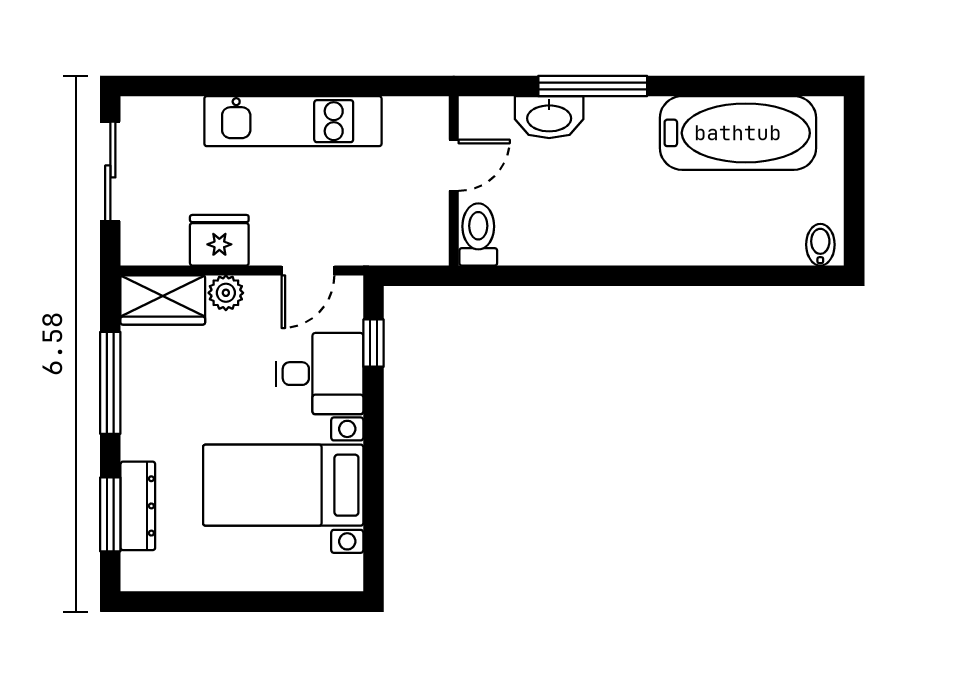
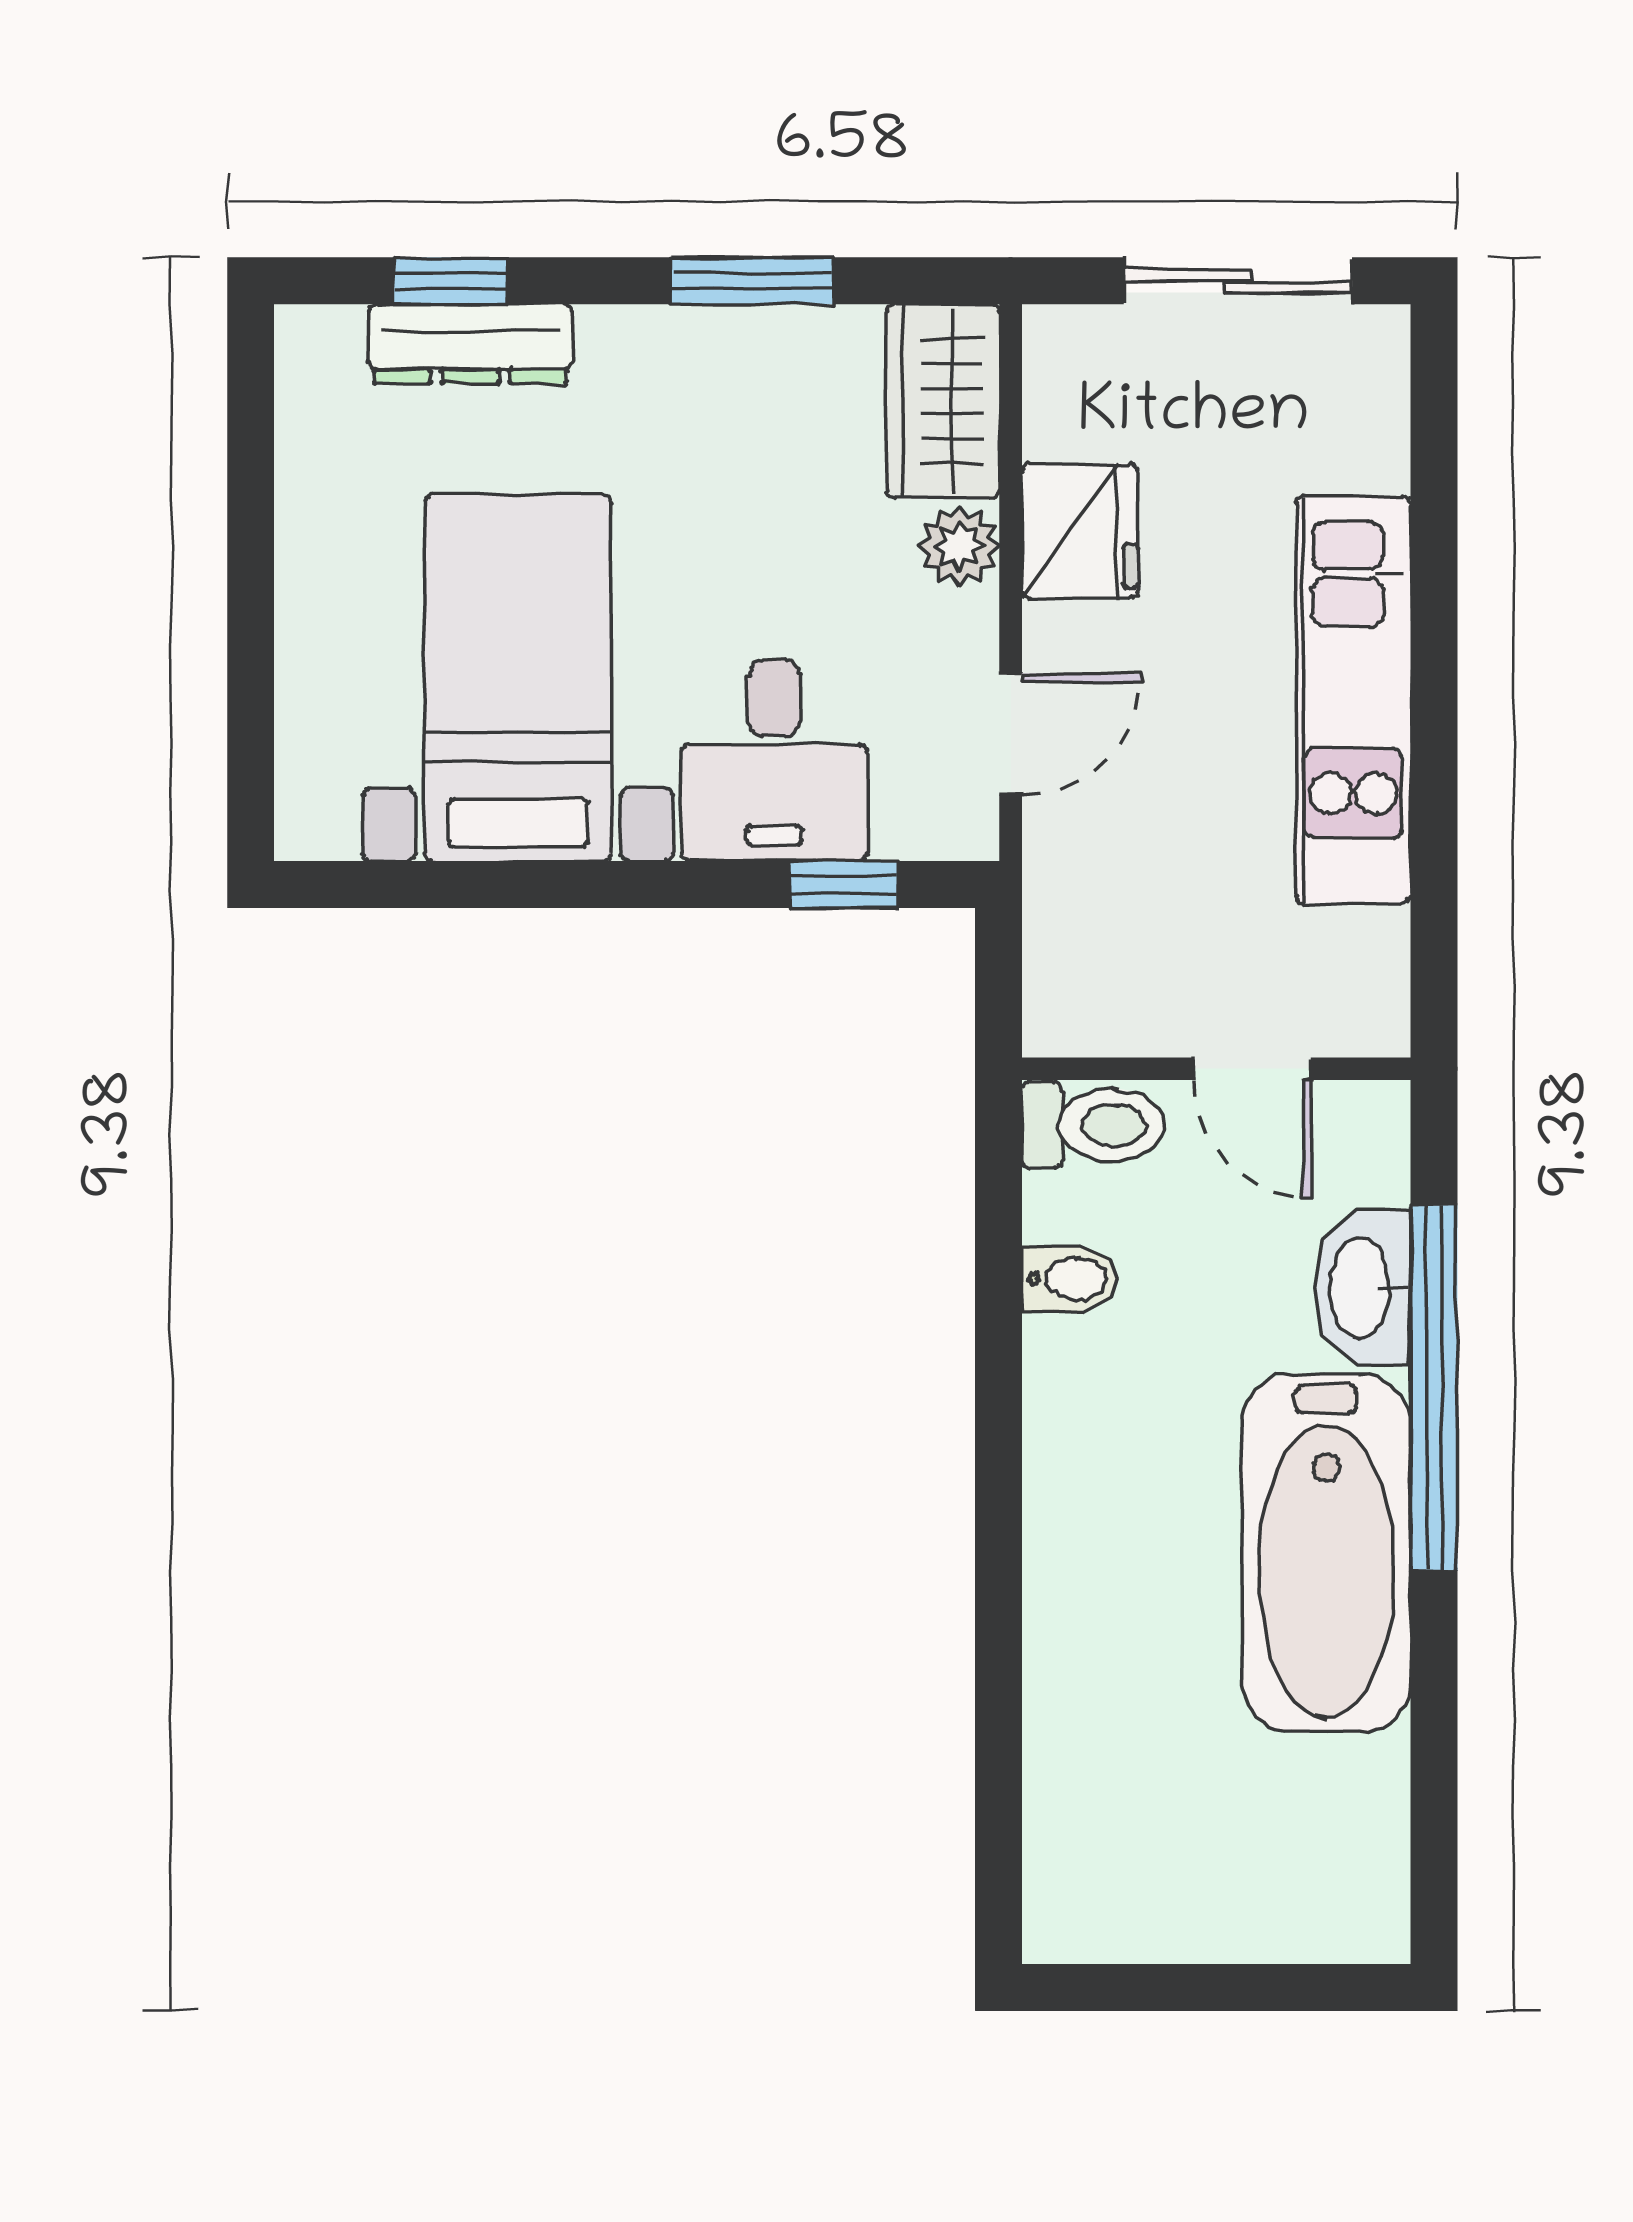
window: (593, 86) -> (1434, 1388), width x1.46
bathtub: (738, 133) -> (1326, 1553), moved
bidet: (820, 245) -> (1070, 1279), moved
door: (308, 270) -> (1011, 734), swing flipped
window: (110, 383) -> (753, 281), width x0.69
window: (110, 514) -> (451, 281), width x0.67

